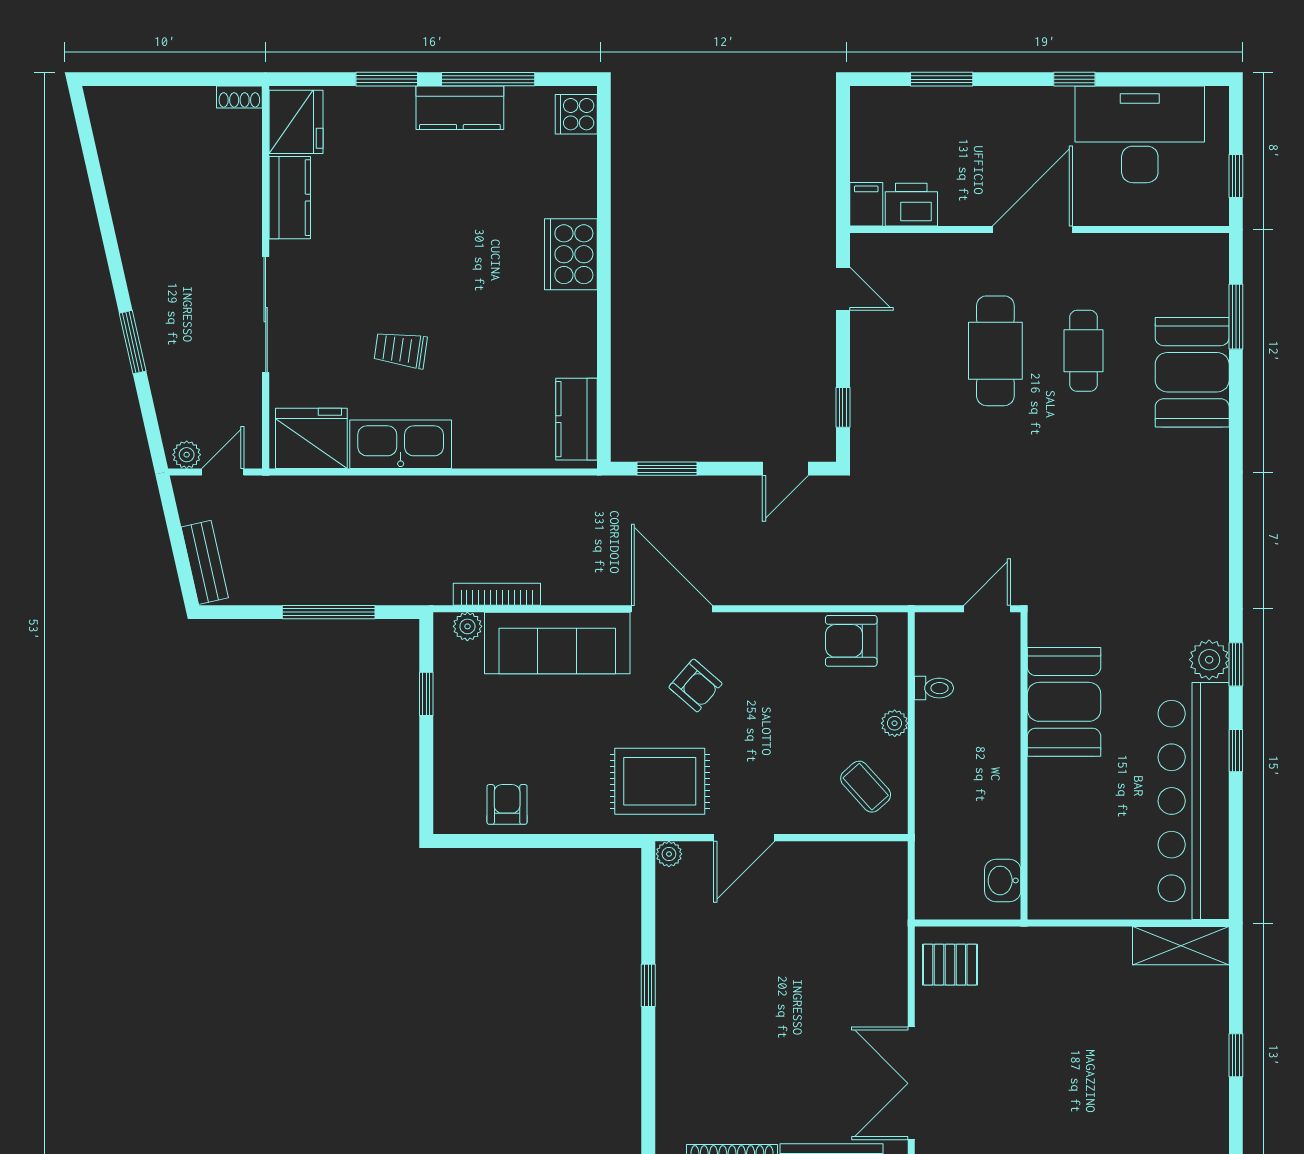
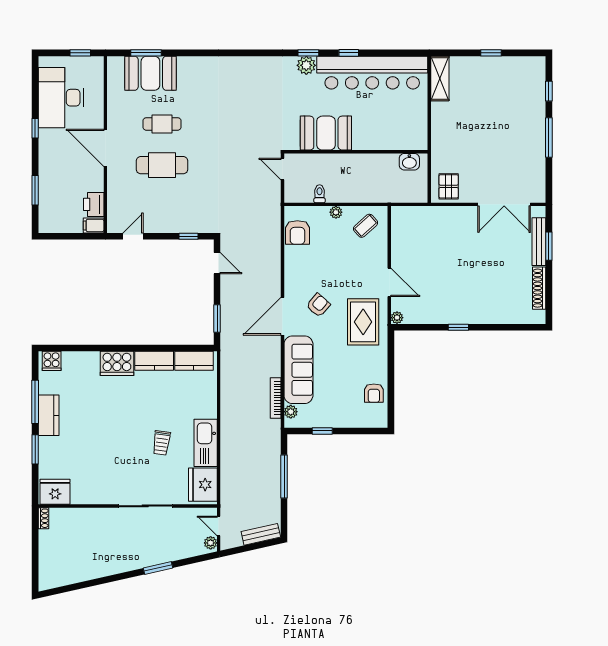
kitchen counter: (290, 198) -> (154, 361), moved, turned 180
booth: (1192, 372) -> (150, 73), moved
armchair: (507, 804) -> (374, 393), turned -90

